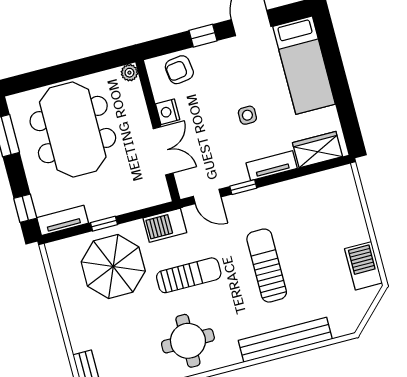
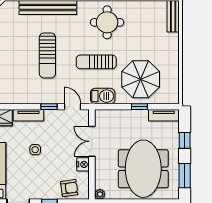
window: (25, 208) -> (185, 140), moved

